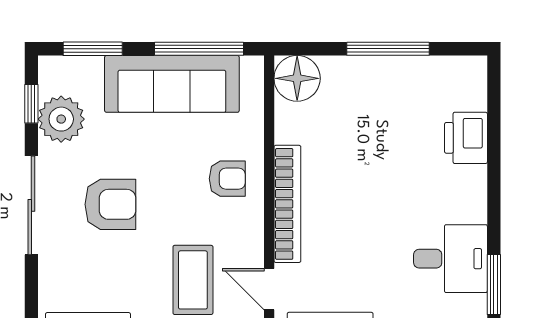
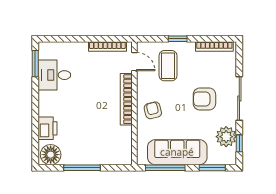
floor lamp: (297, 78) -> (51, 155), moved
armchair: (227, 179) -> (153, 110), turned 76

